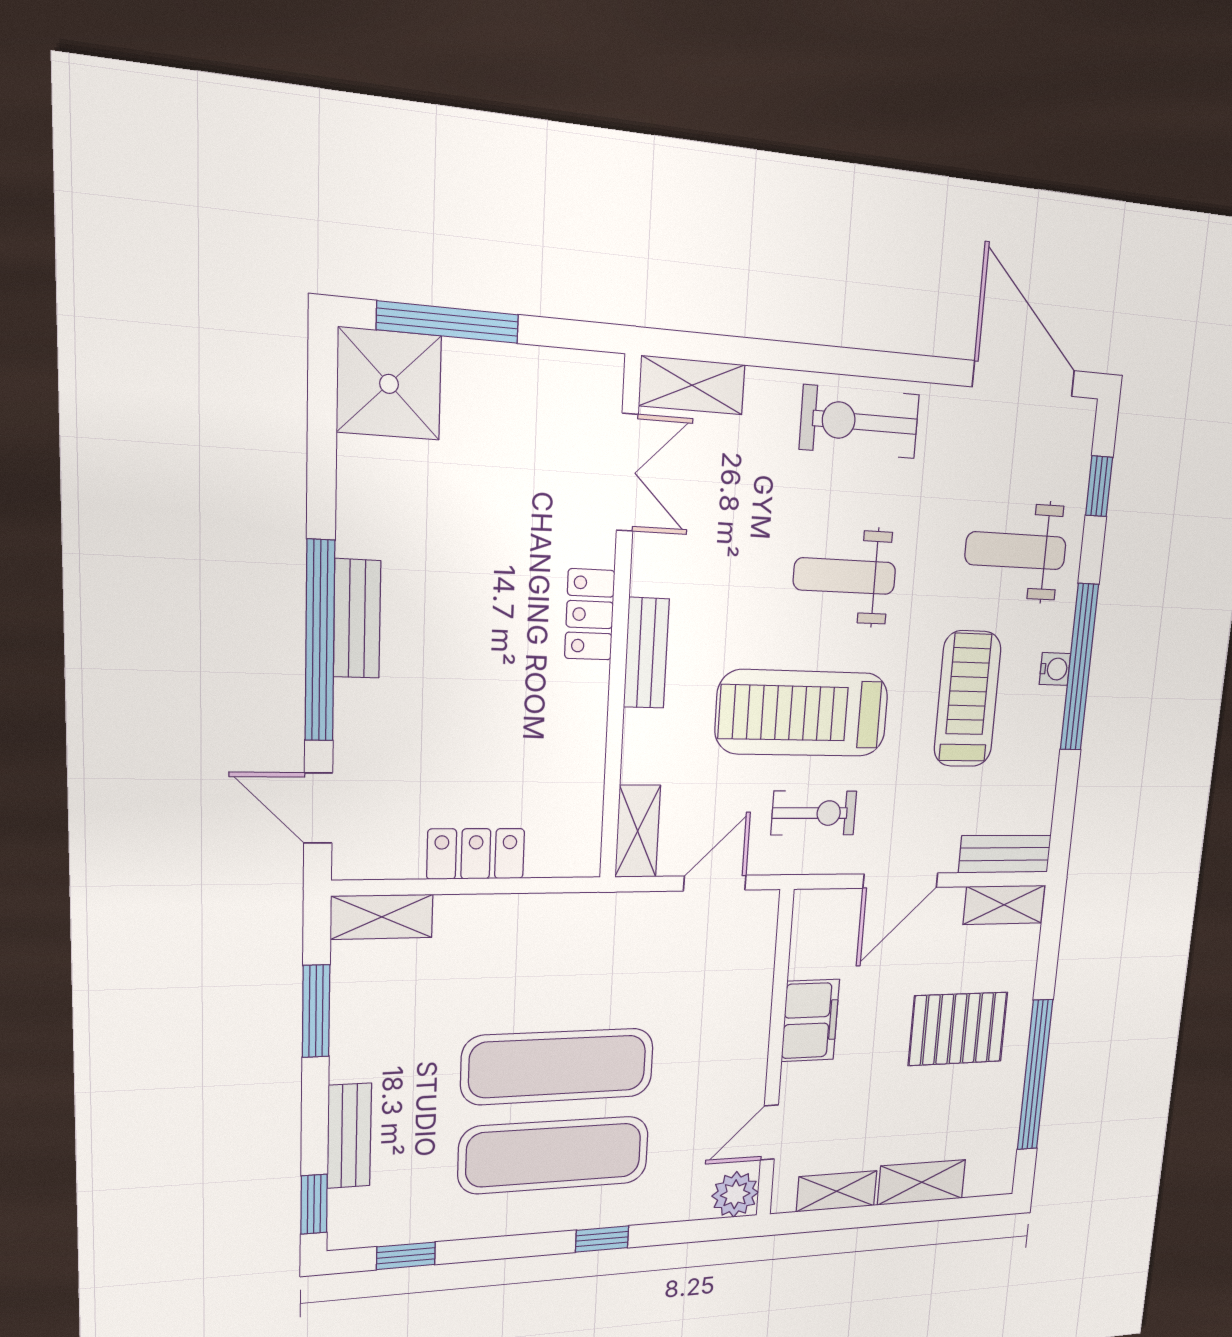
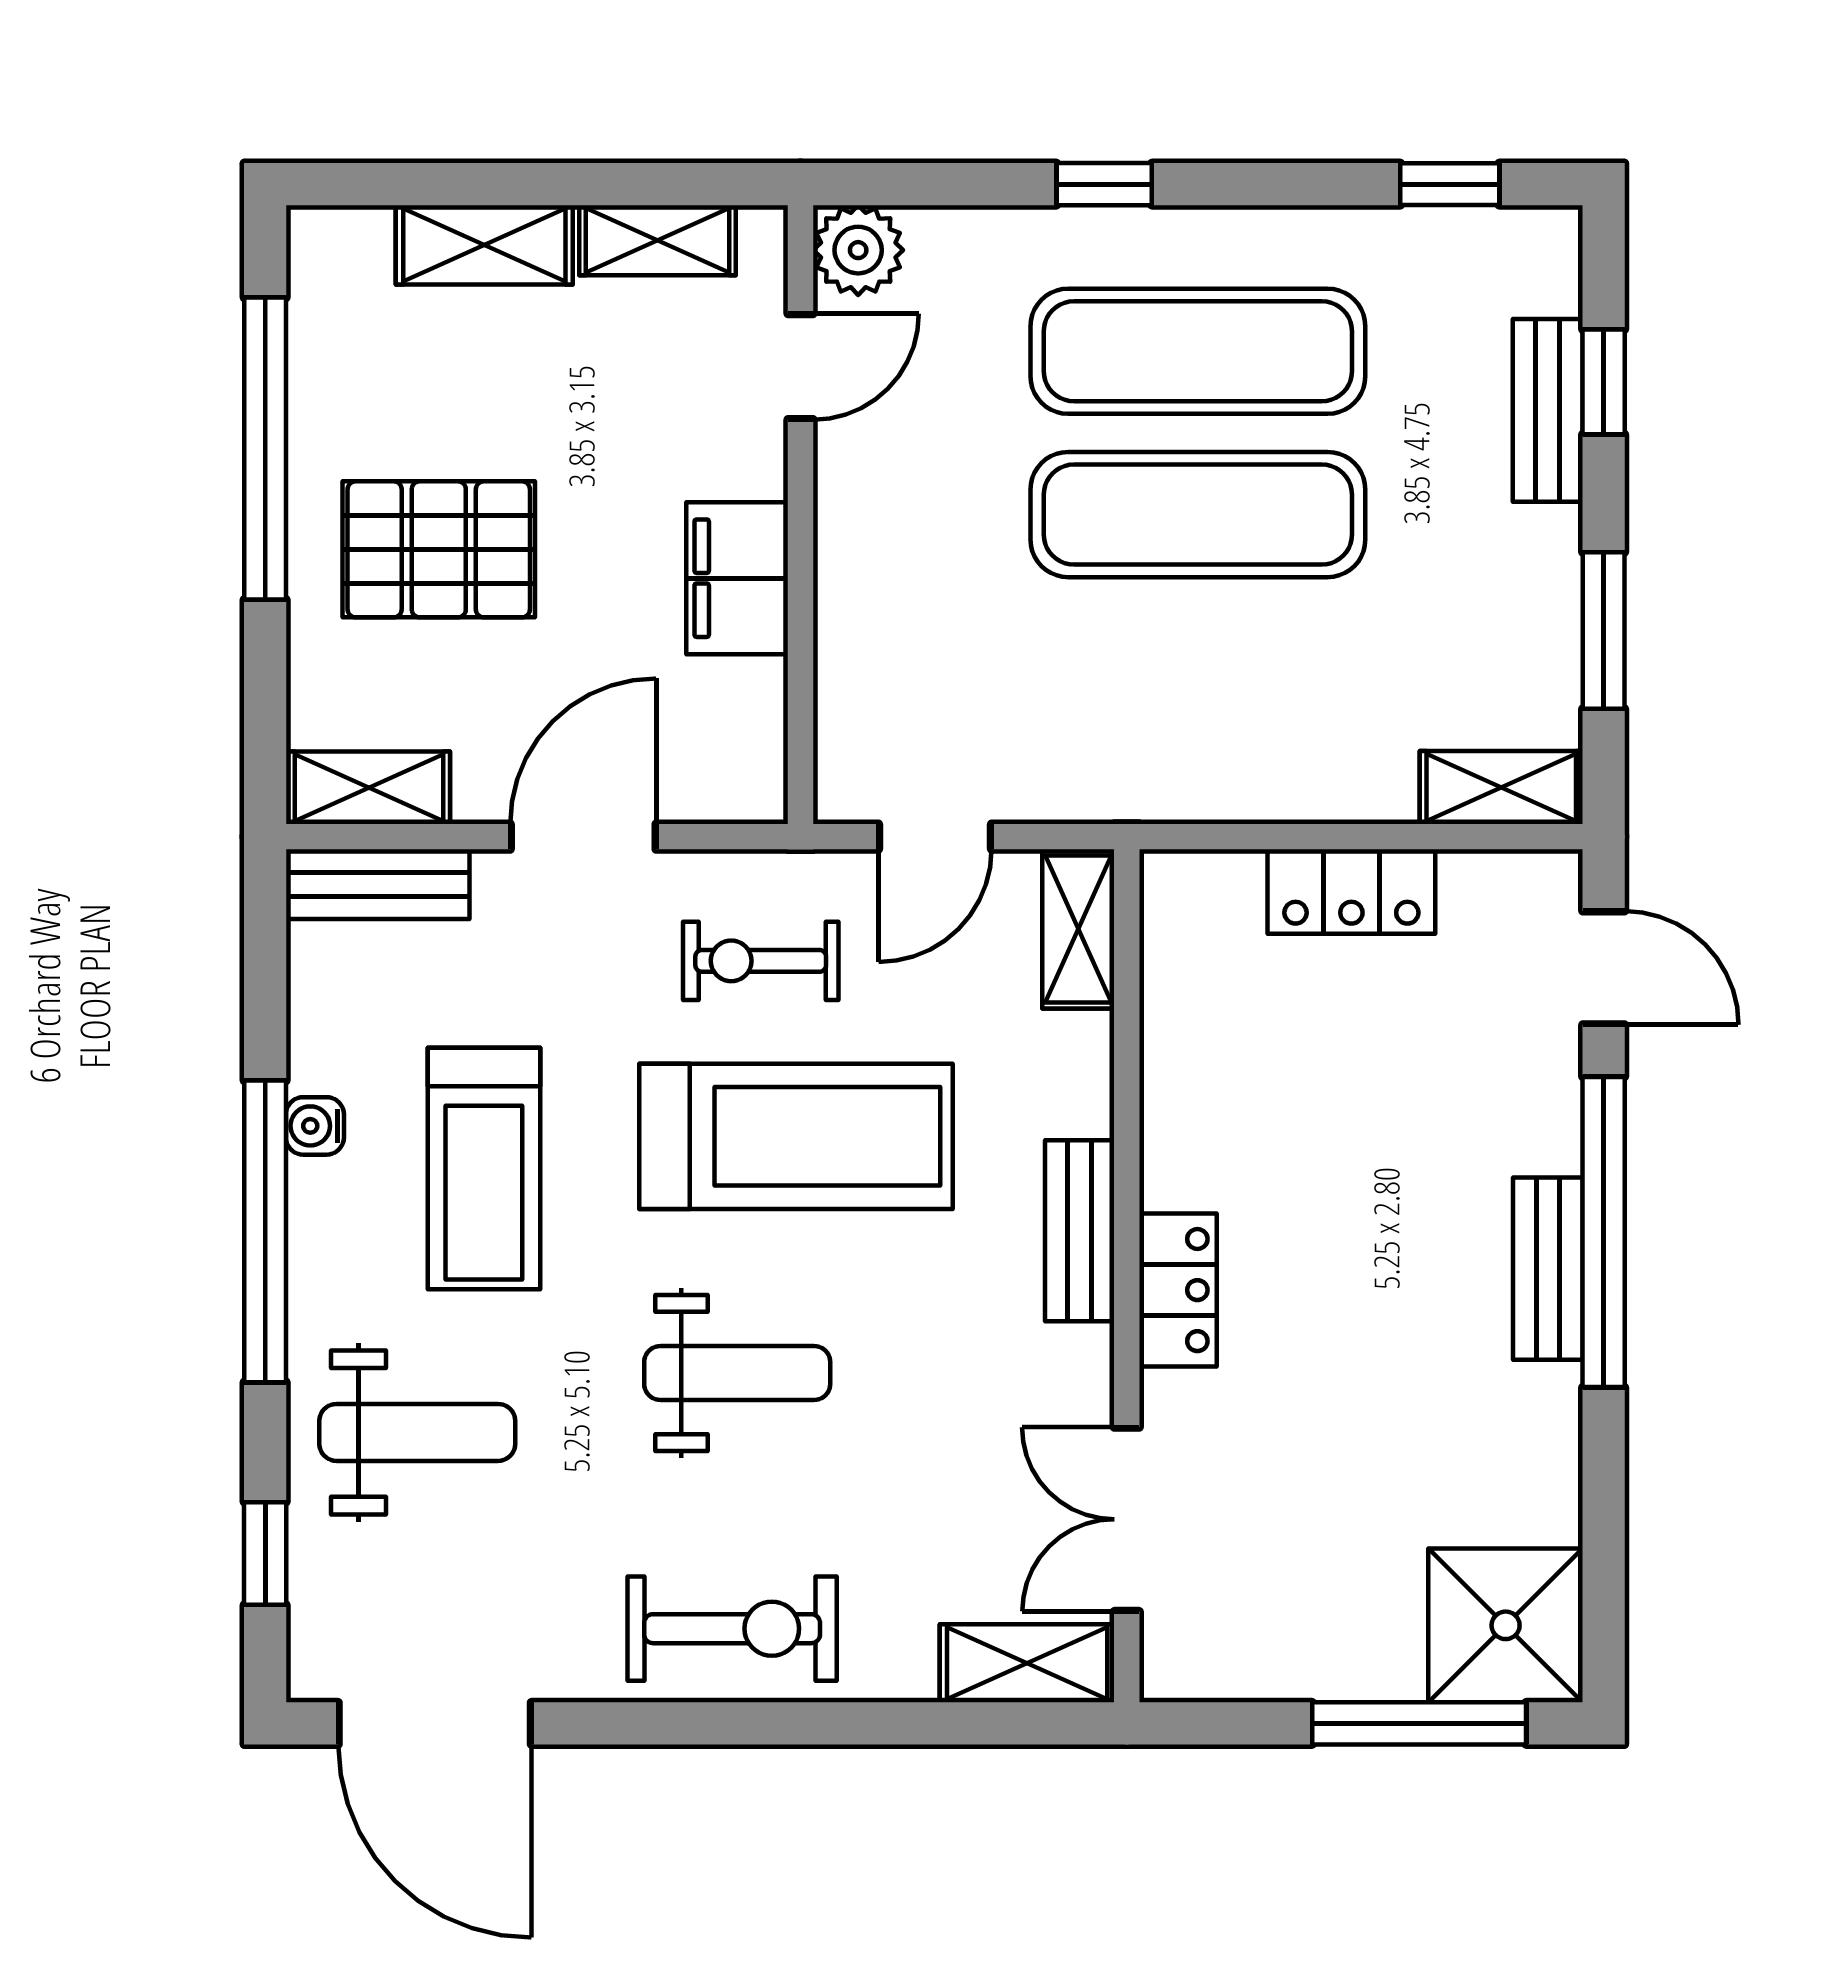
water cooler: (1055, 669) -> (315, 1126), moved
window: (314, 1204) -> (1604, 382), moved

